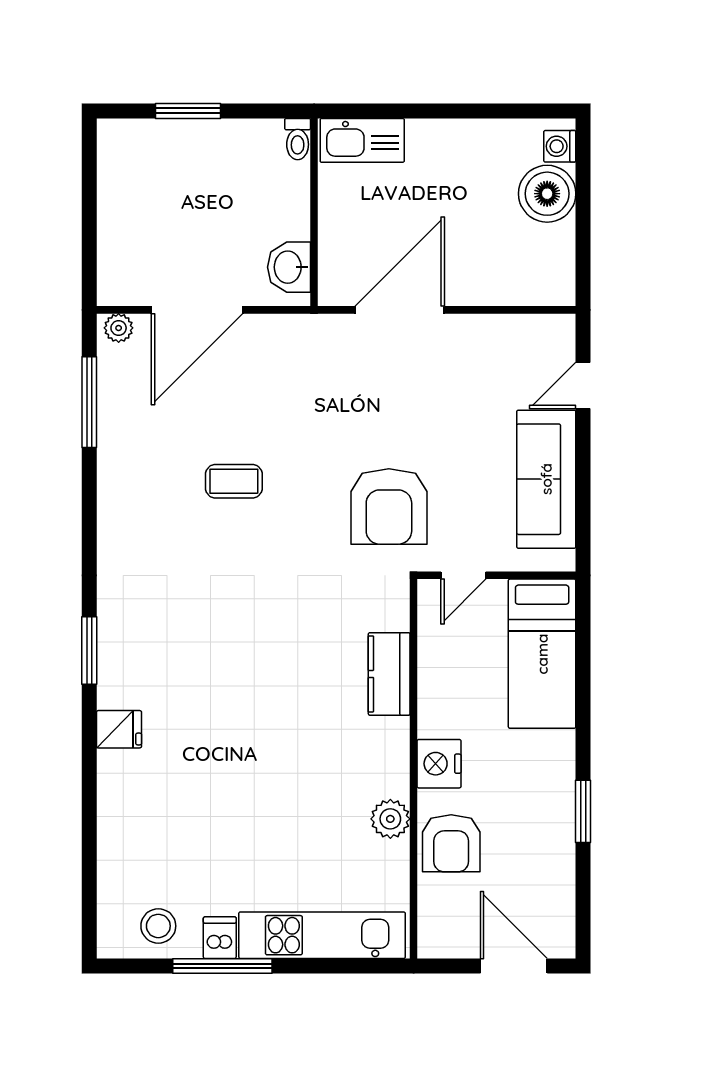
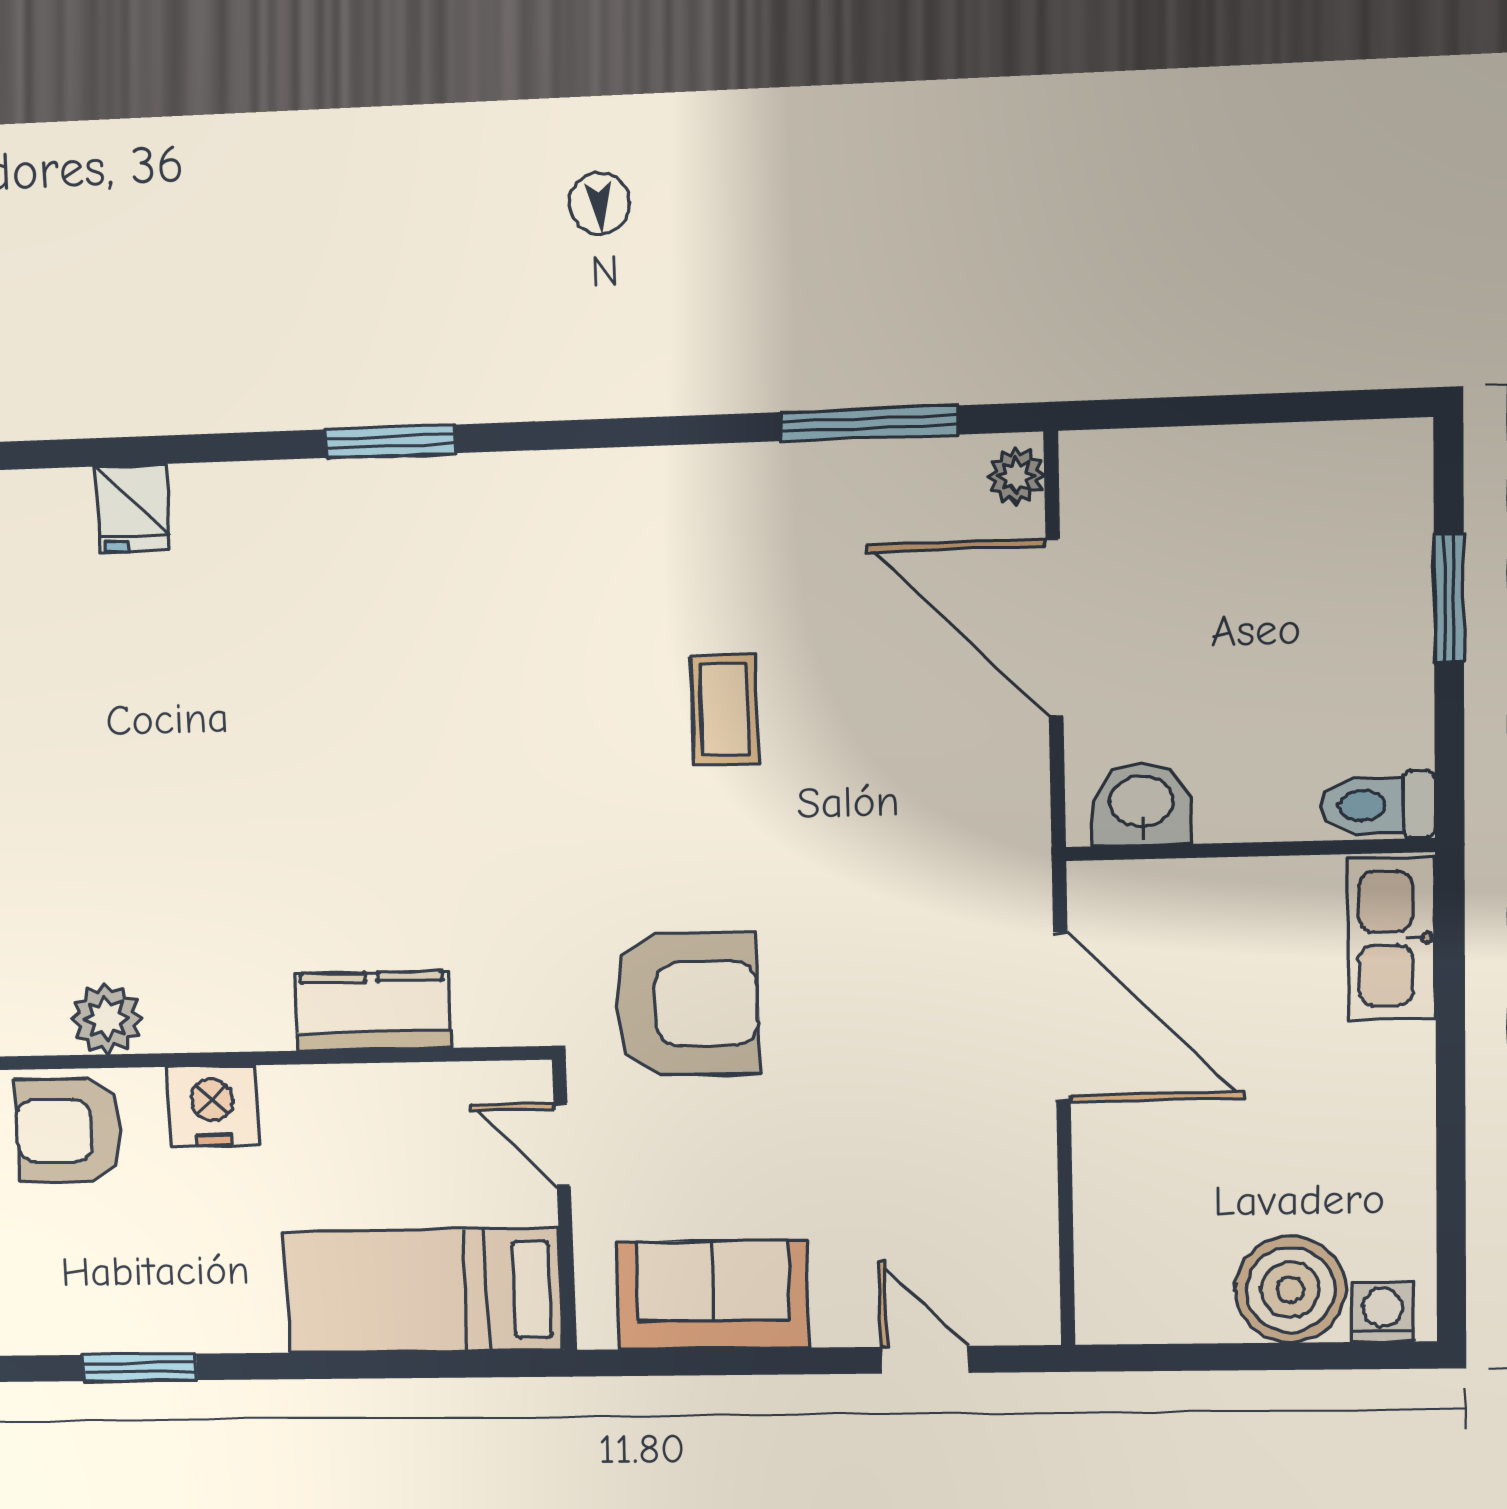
toilet: (298, 139) -> (1378, 805), width x1.37, depth x1.39
sofa: (546, 479) -> (713, 1295), width x0.73
armchair: (389, 506) -> (686, 1004), turned 180
fridge: (119, 729) -> (133, 508), moved

